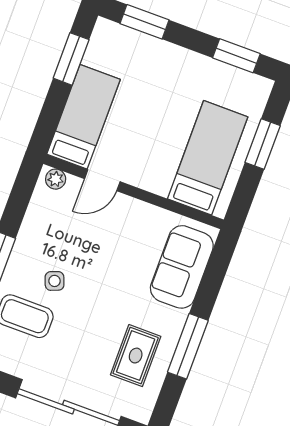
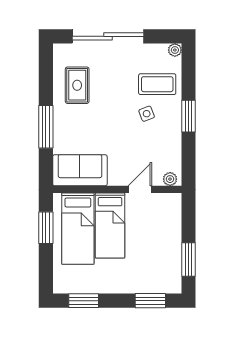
bed: (84, 117) -> (110, 226), moved
window: (263, 144) -> (46, 228), moved
sofa: (182, 267) -> (80, 170), moved, turned -90
window: (188, 346) -> (46, 127), moved

